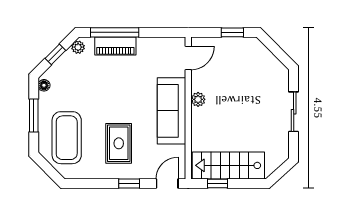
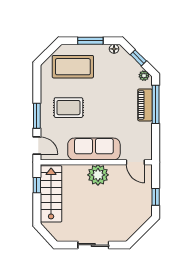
plant: (198, 99) -> (98, 175), width x1.87, depth x1.87
window: (129, 183) -> (37, 116), width x1.50

